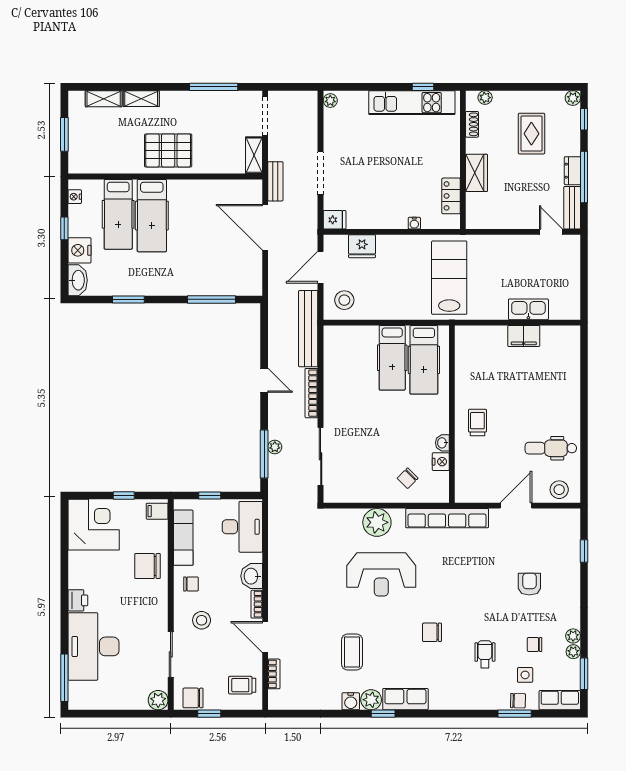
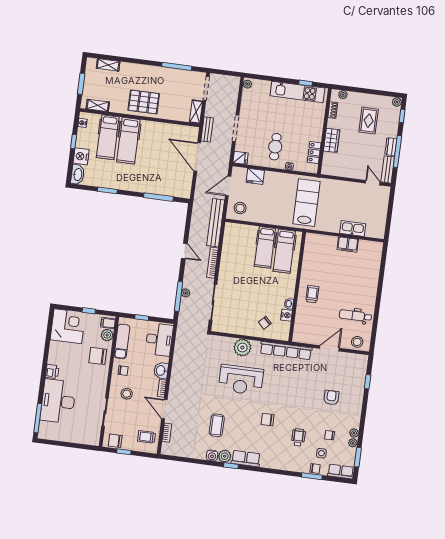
shelving: (141, 99) -> (98, 105), moved
cafe table: (388, 195) -> (275, 147), added
plant: (158, 700) -> (107, 335), moved

